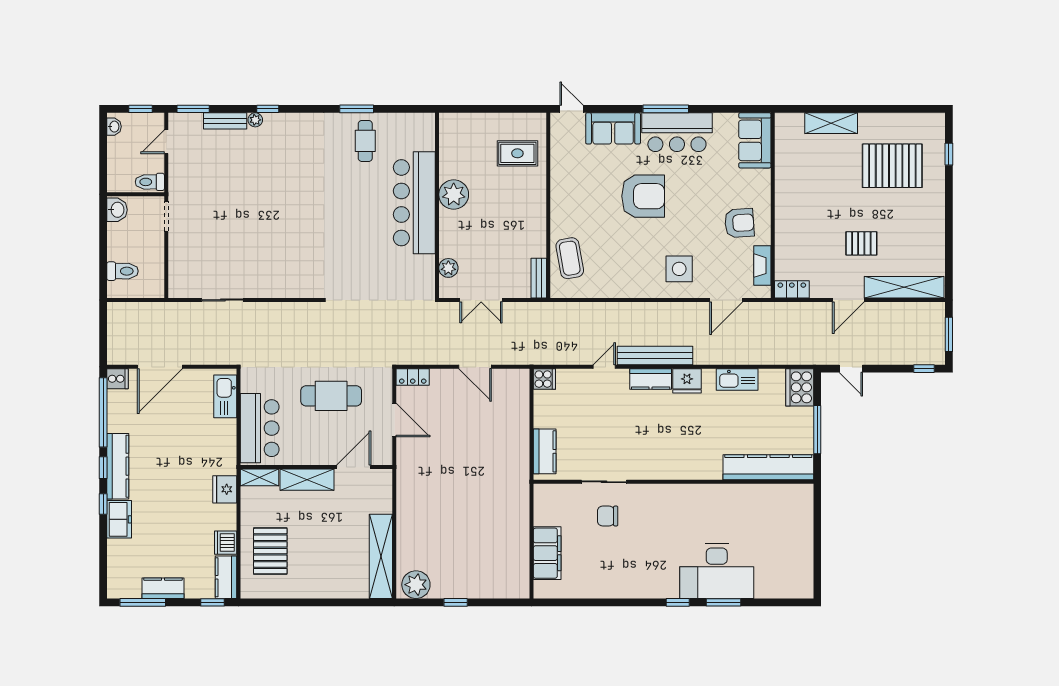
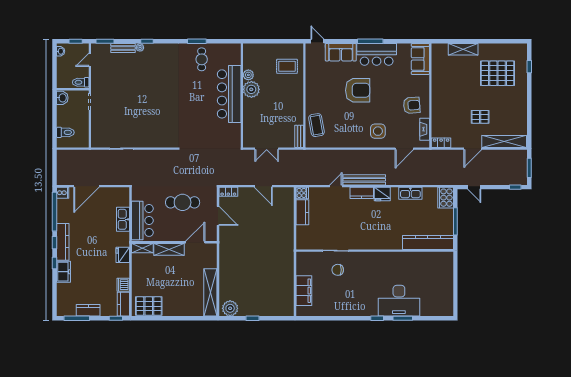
plant: (448, 268) -> (248, 75), moved
kitchen sink: (225, 396) -> (123, 219), moved
kitchen counter: (545, 451) -> (302, 212), moved
pallet: (270, 551) -> (149, 306), moved, turned 90

